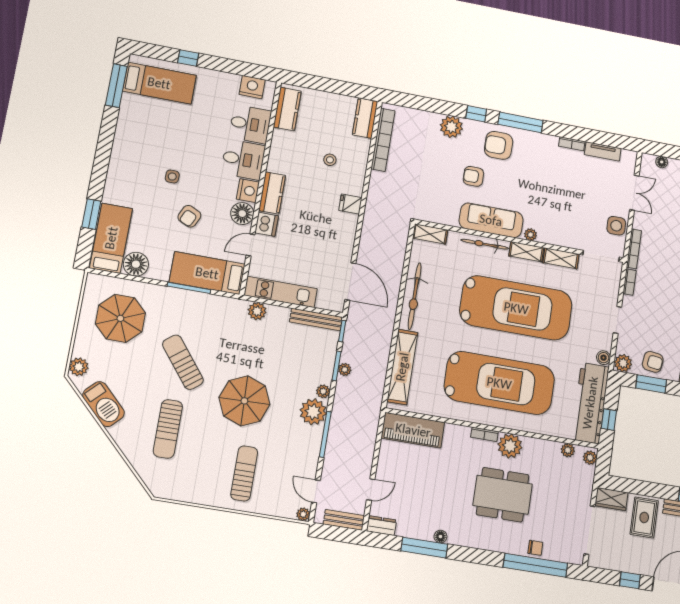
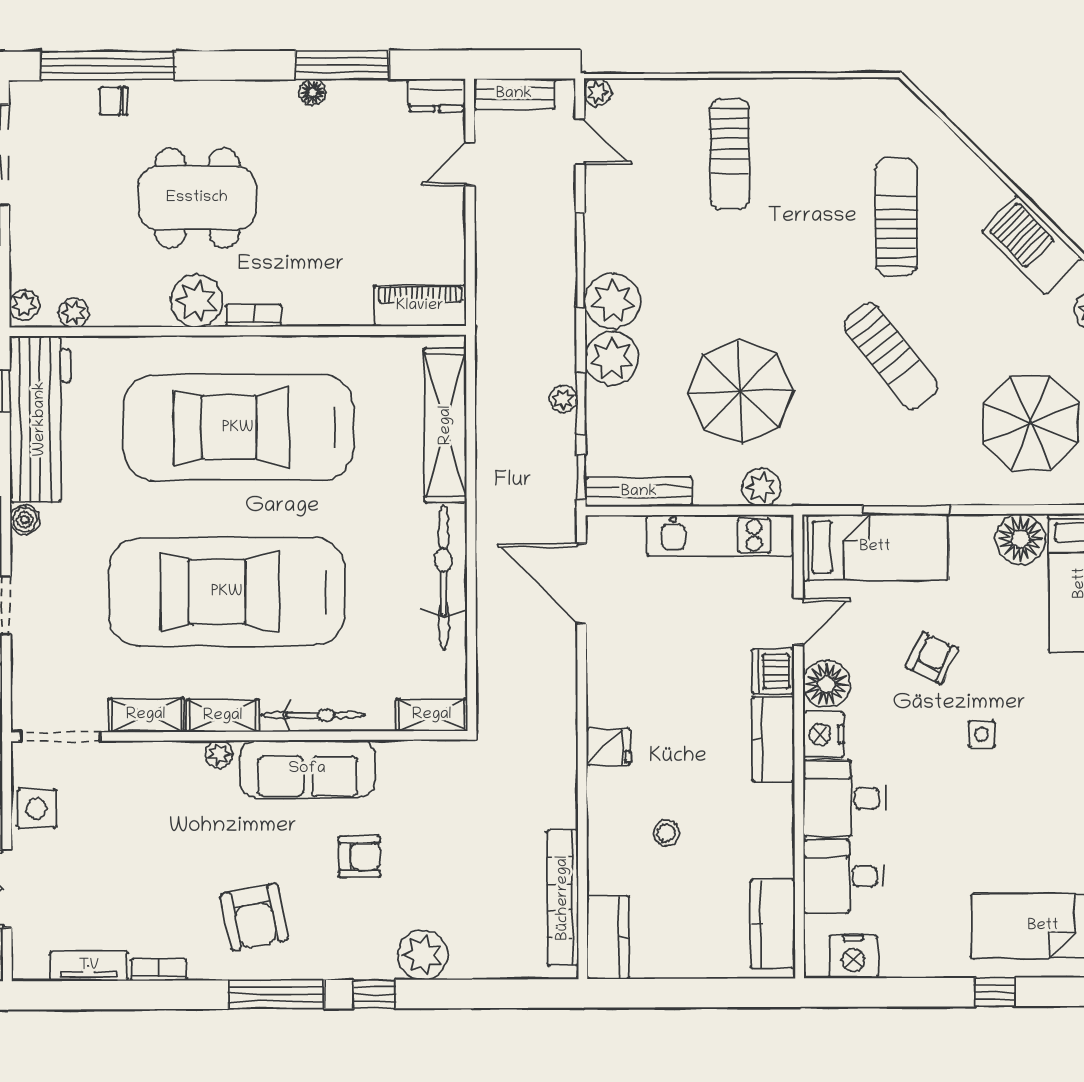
armchair: (499, 145) -> (254, 917), moved, turned 79
plant: (323, 391) -> (612, 359), width x1.88, depth x1.88
parasol: (244, 401) -> (740, 392), moved
piano: (413, 430) -> (420, 306), width x0.73, depth x0.75

